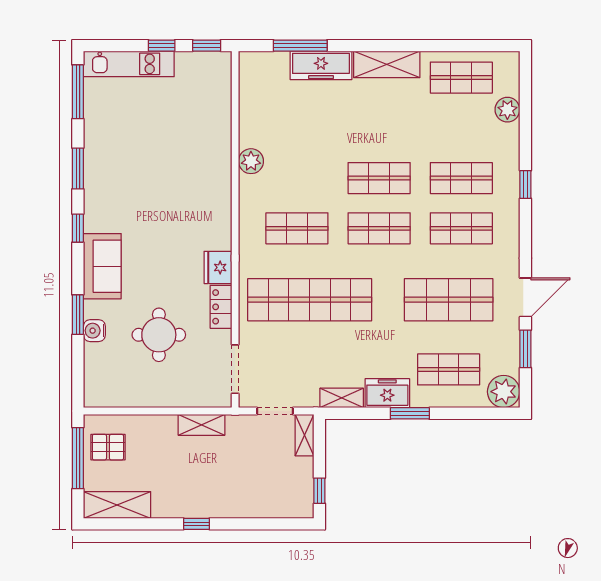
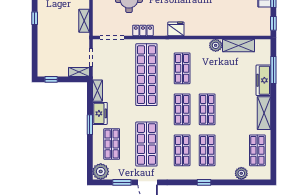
shelving: (251, 115) -> (239, 45), added
fridge: (218, 267) -> (176, 29), moved

